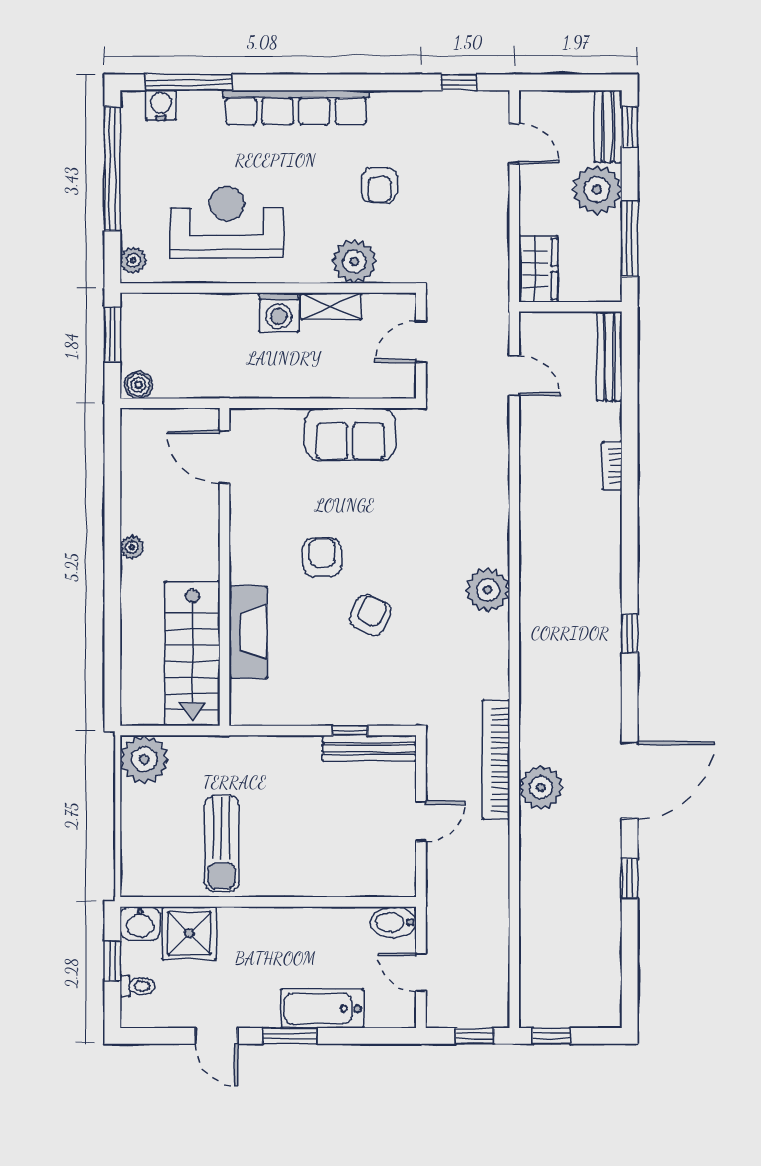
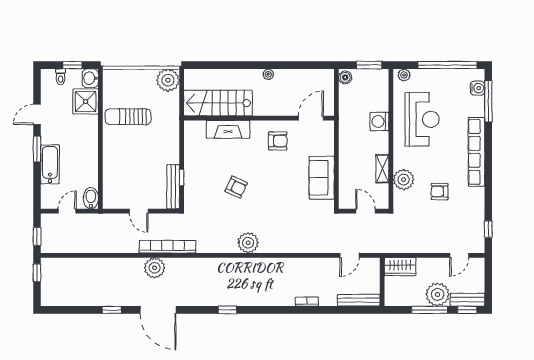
window: (630, 239) -> (430, 310), moved
washing machine: (279, 312) -> (379, 121), moved
armchair: (322, 557) -> (278, 141), moved

